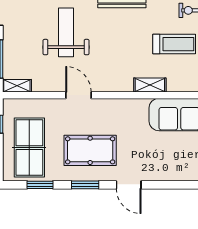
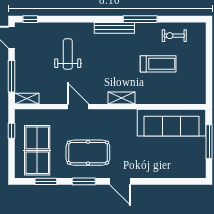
weight bench: (66, 32) -> (68, 54), width x0.73, depth x0.75
shelving: (150, 85) -> (122, 98), moved

